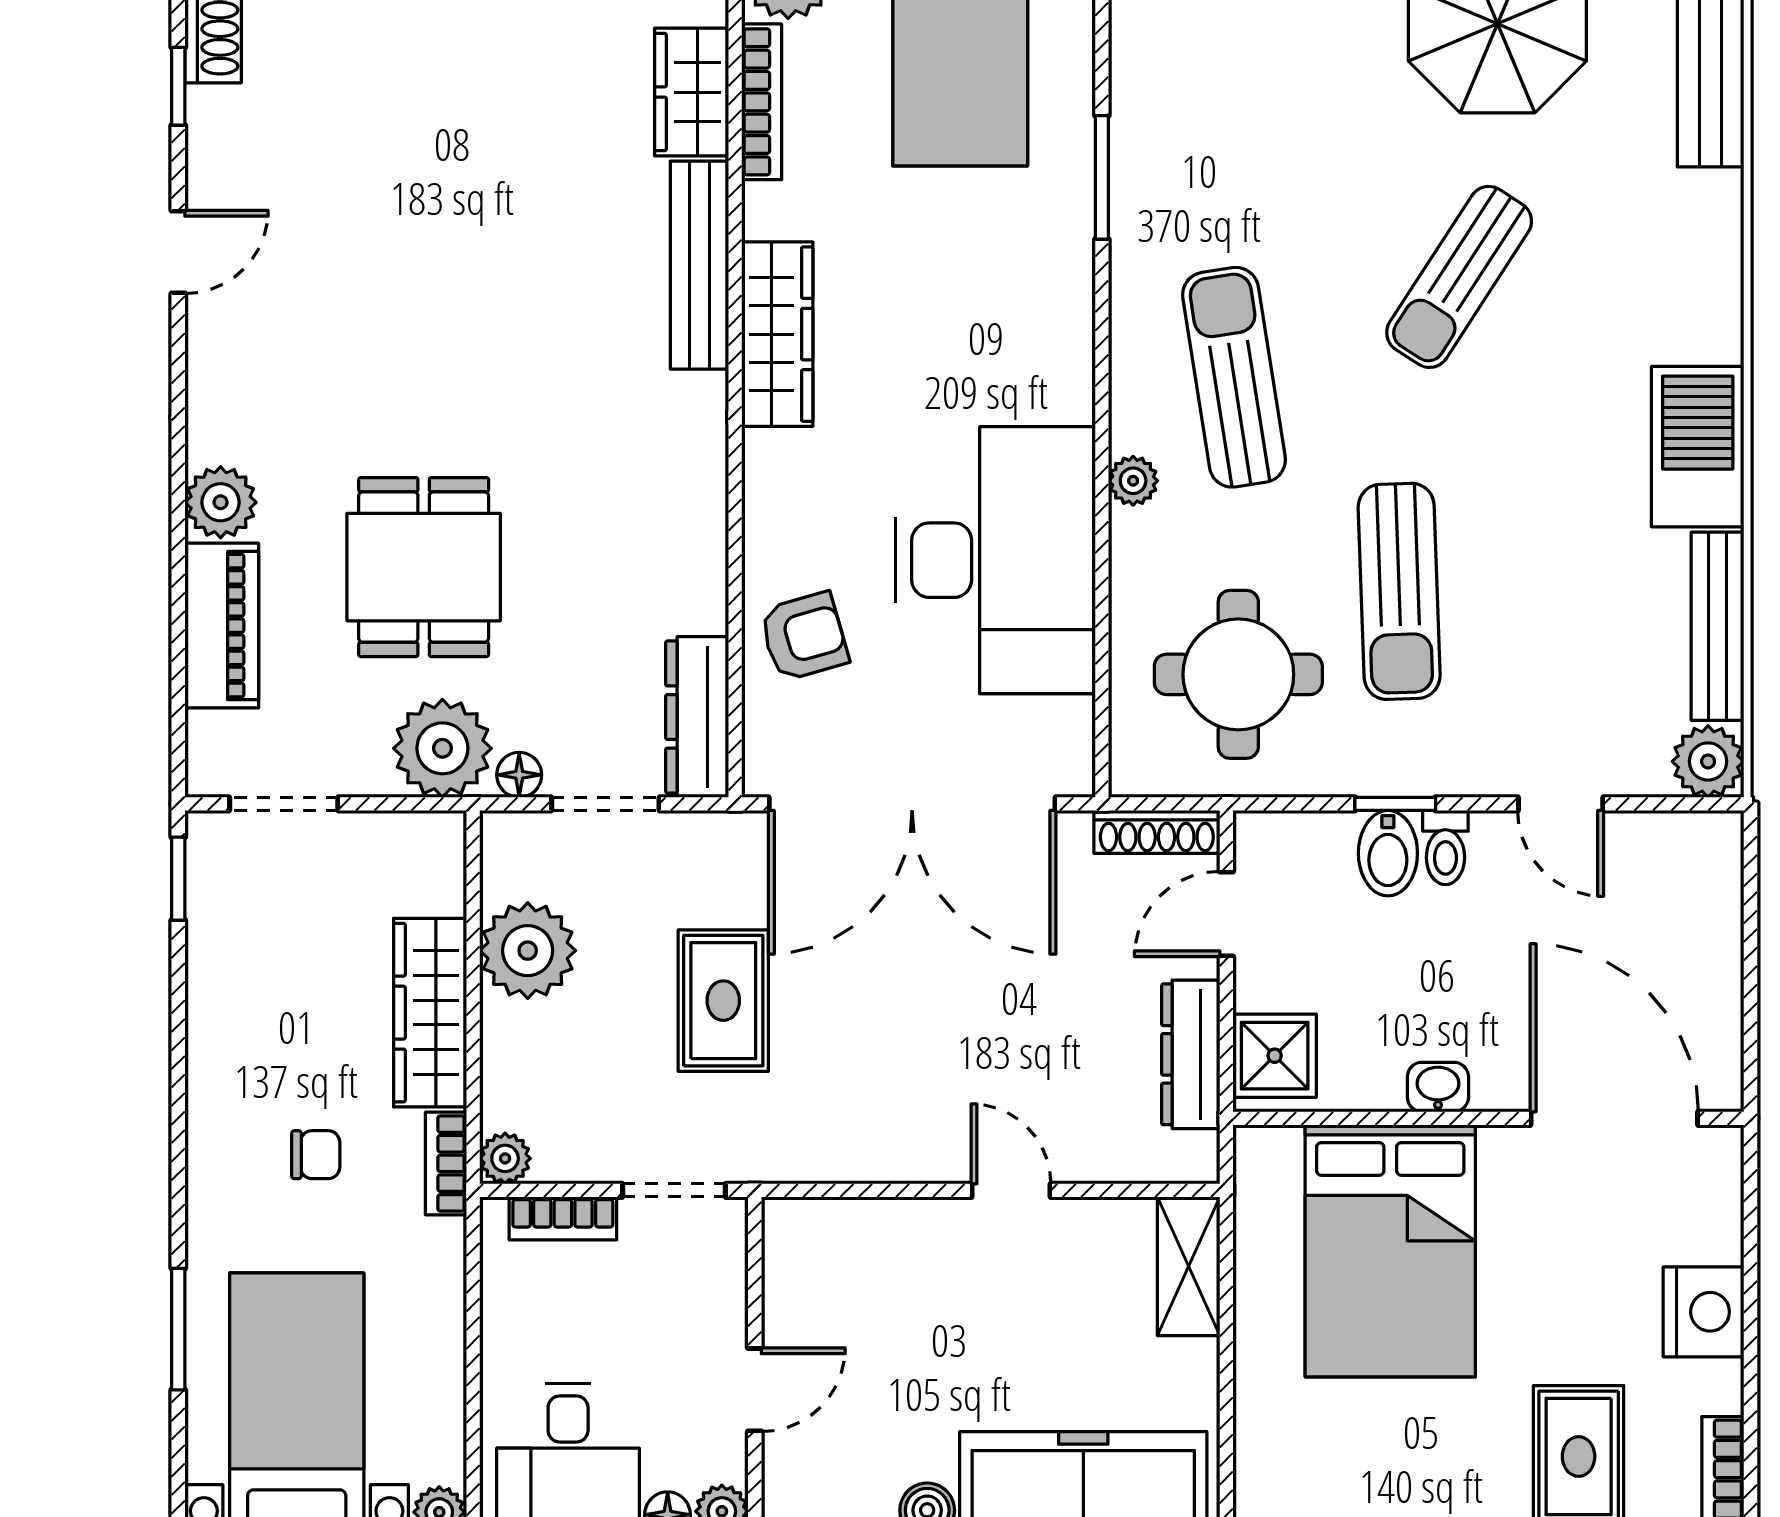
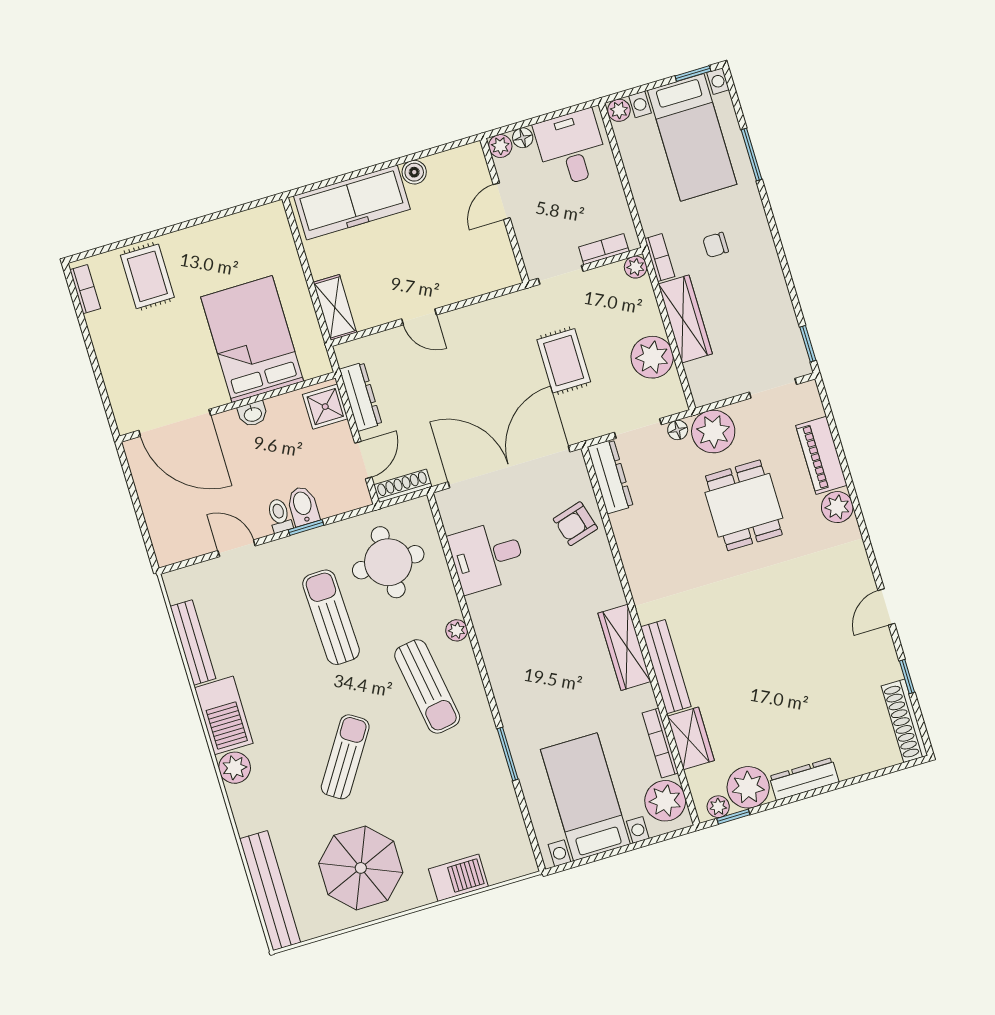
desk: (996, 560) -> (487, 557), width x0.53, depth x0.77
plant: (1708, 761) -> (235, 768), moved
nightstand: (1704, 1312) -> (113, 353), removed

